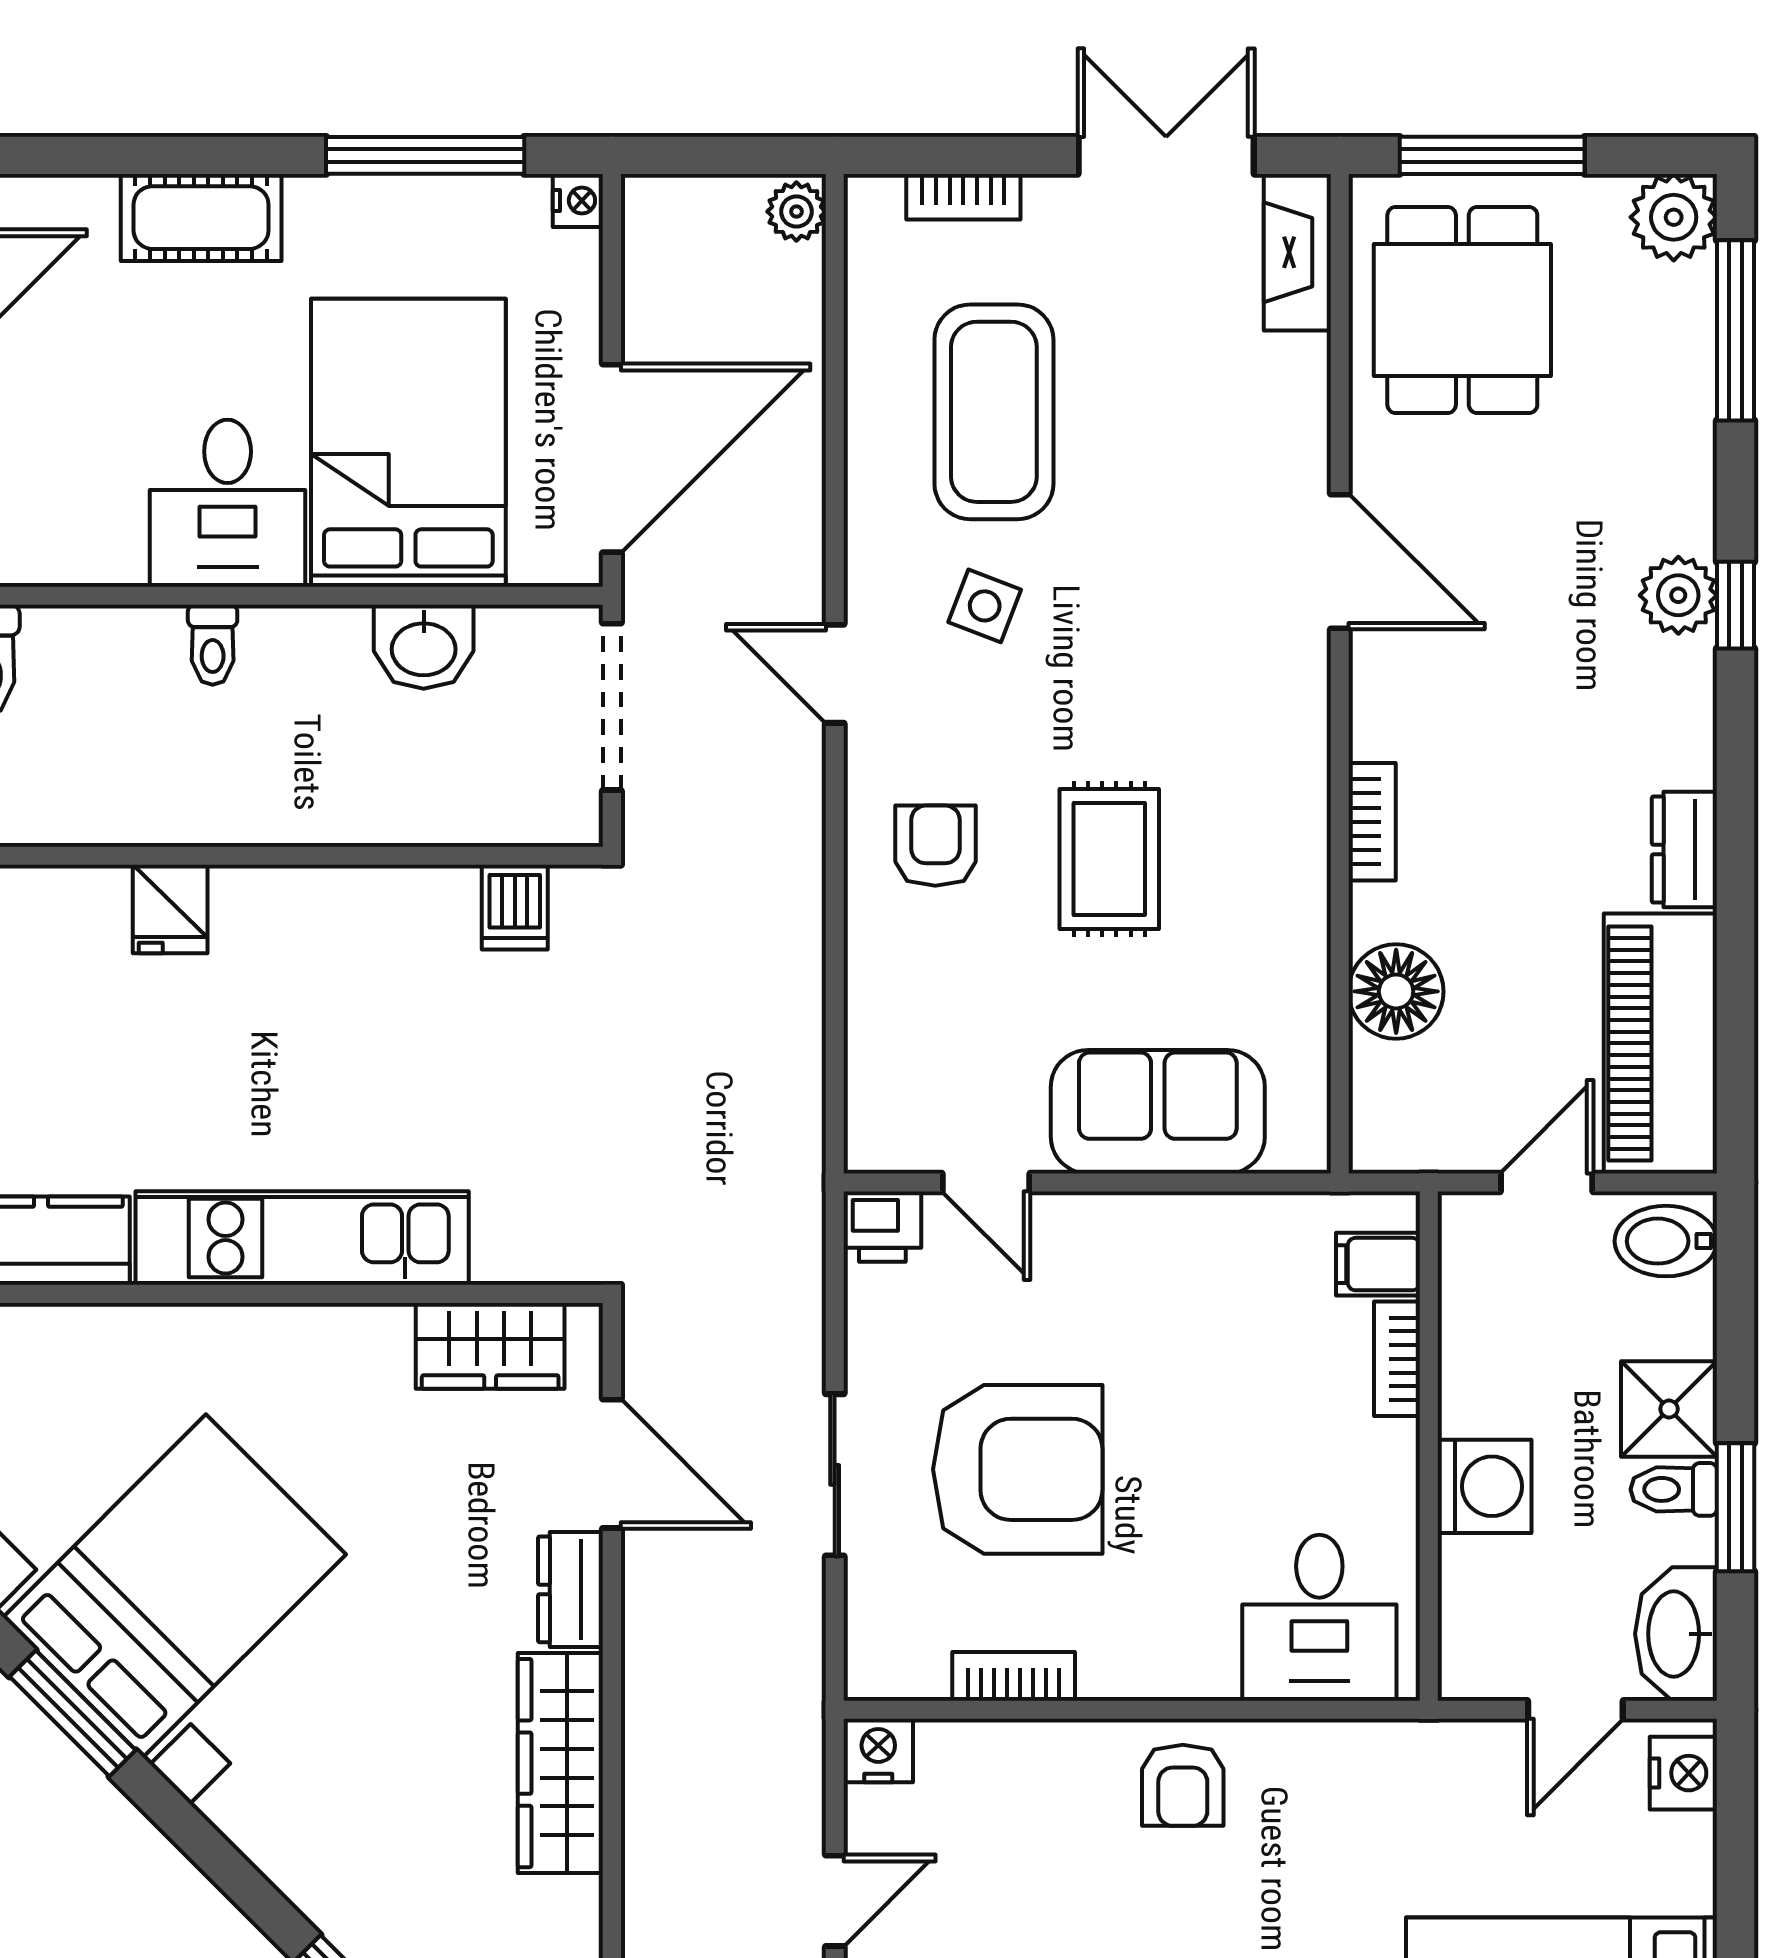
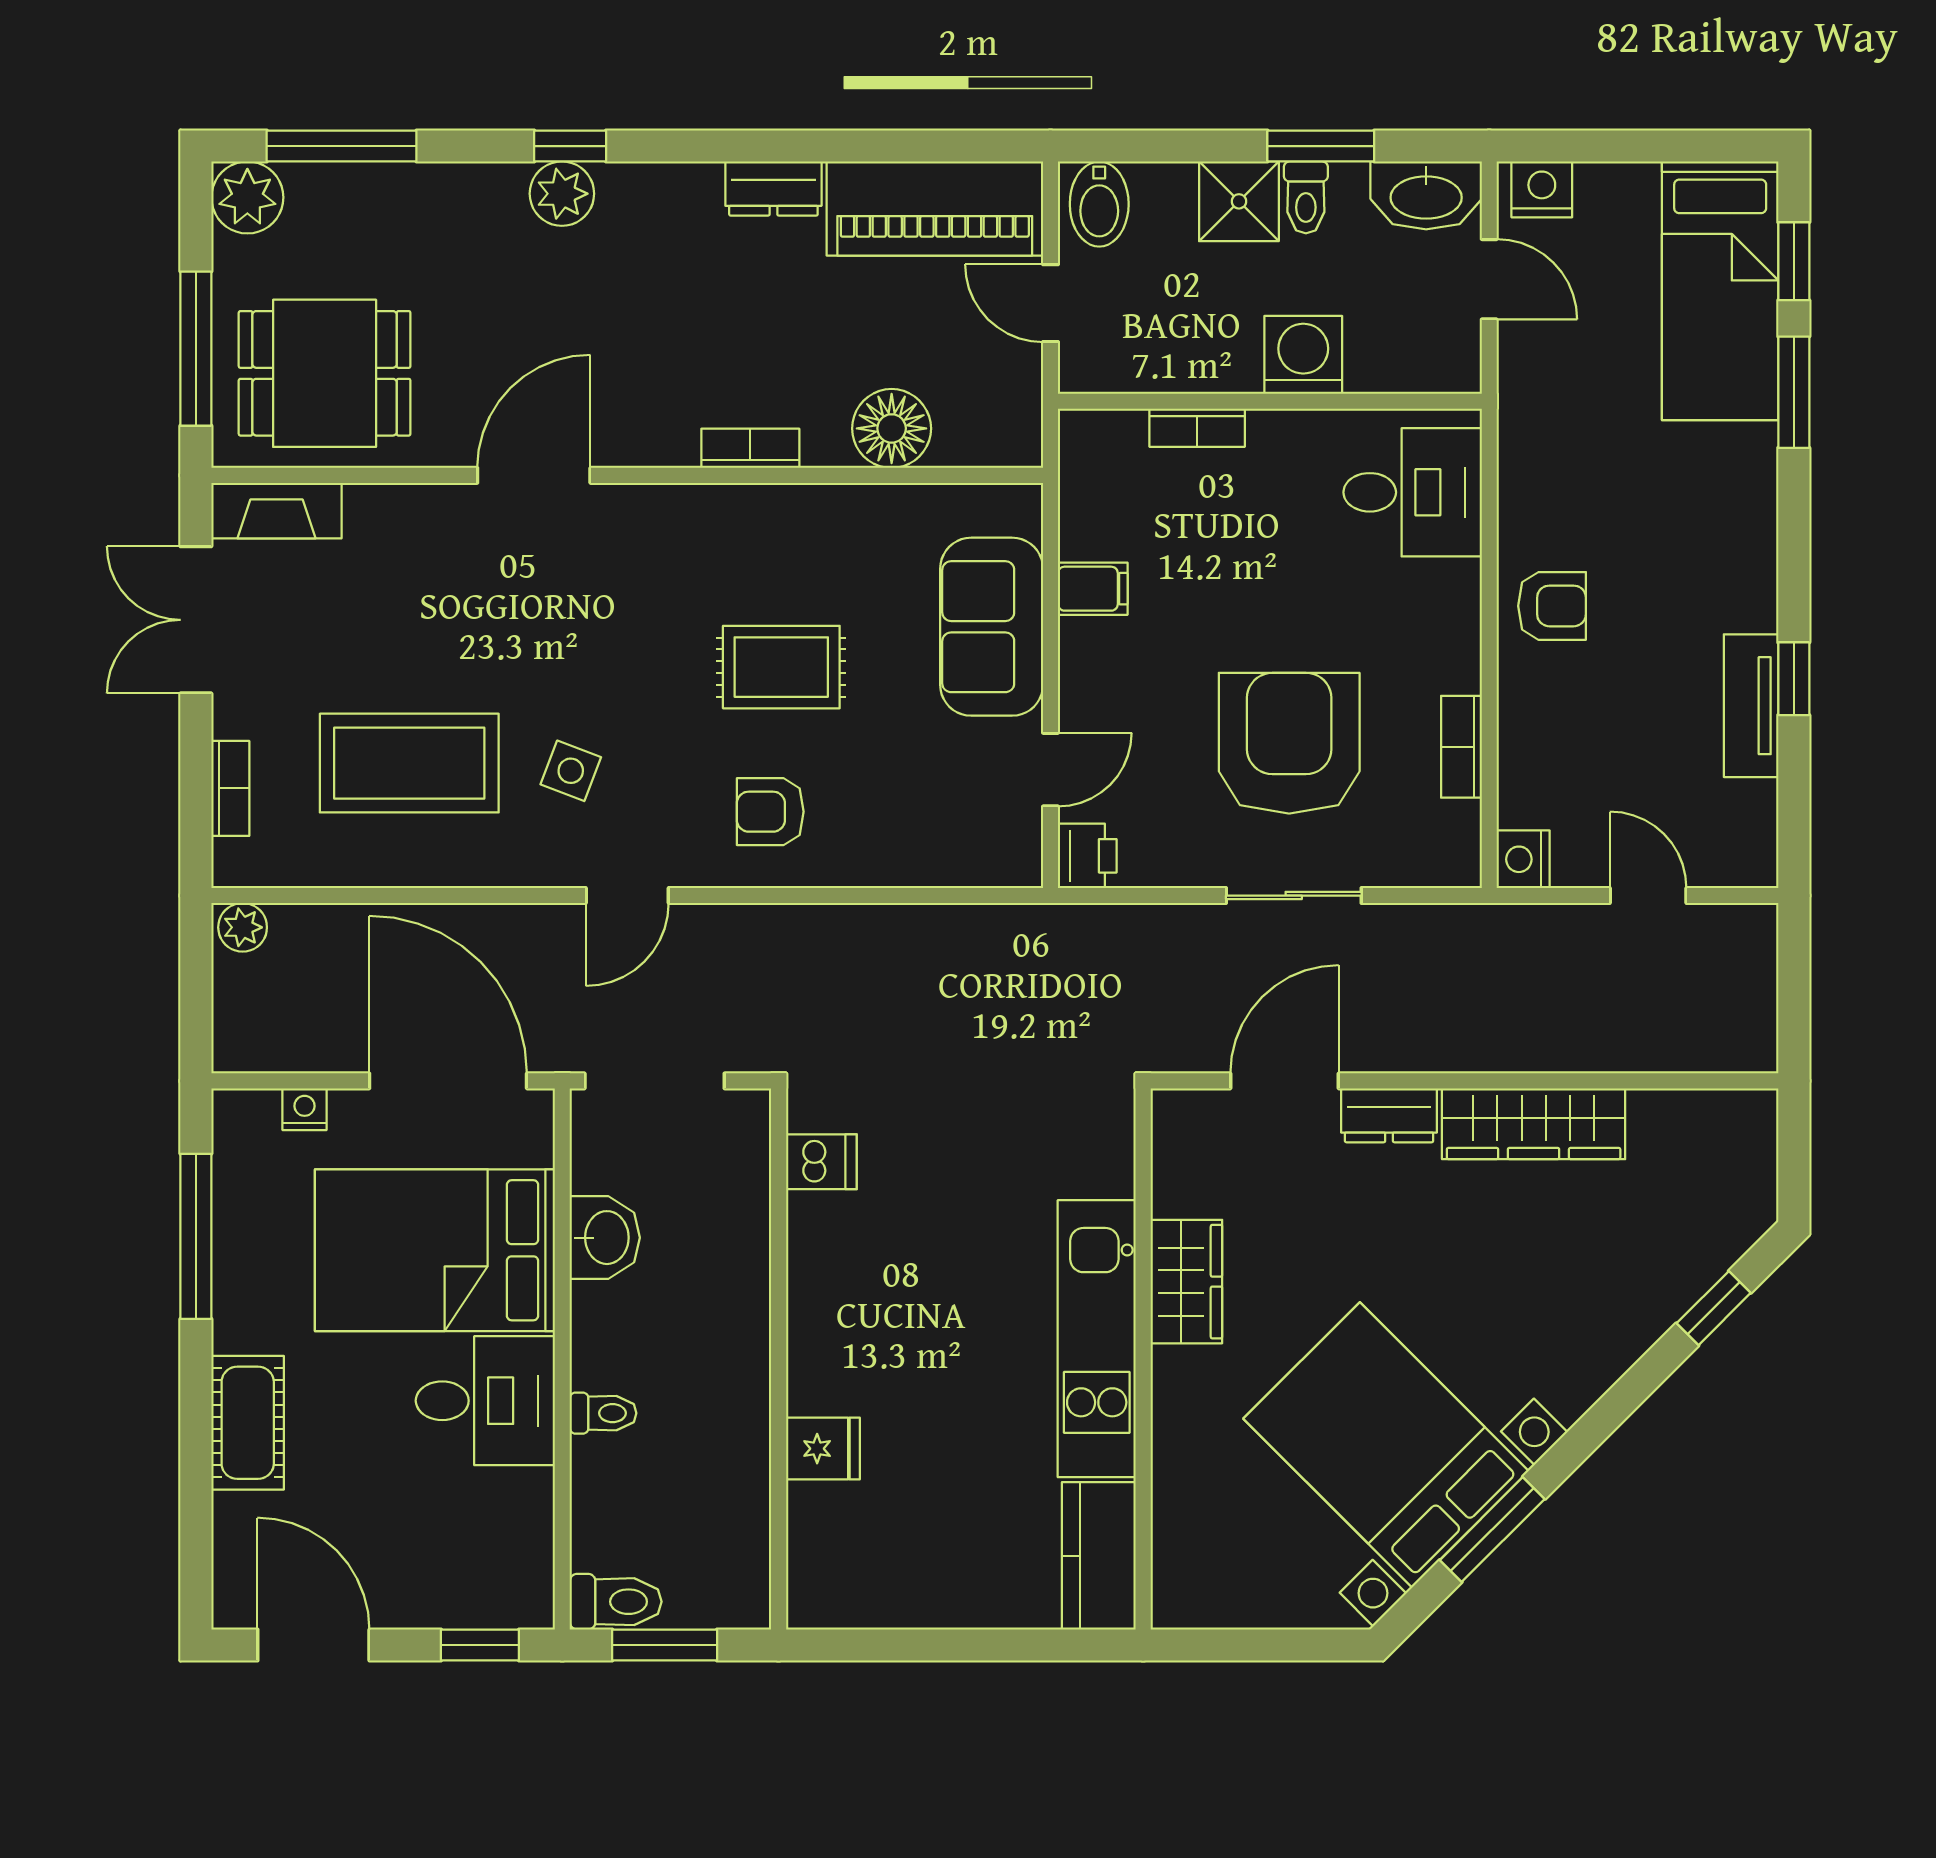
nightstand: (578, 201) -> (305, 1109), moved
filing cabinet: (1378, 1264) -> (1093, 589), moved, turned -90
wardrobe: (490, 1346) -> (1186, 1282), moved

